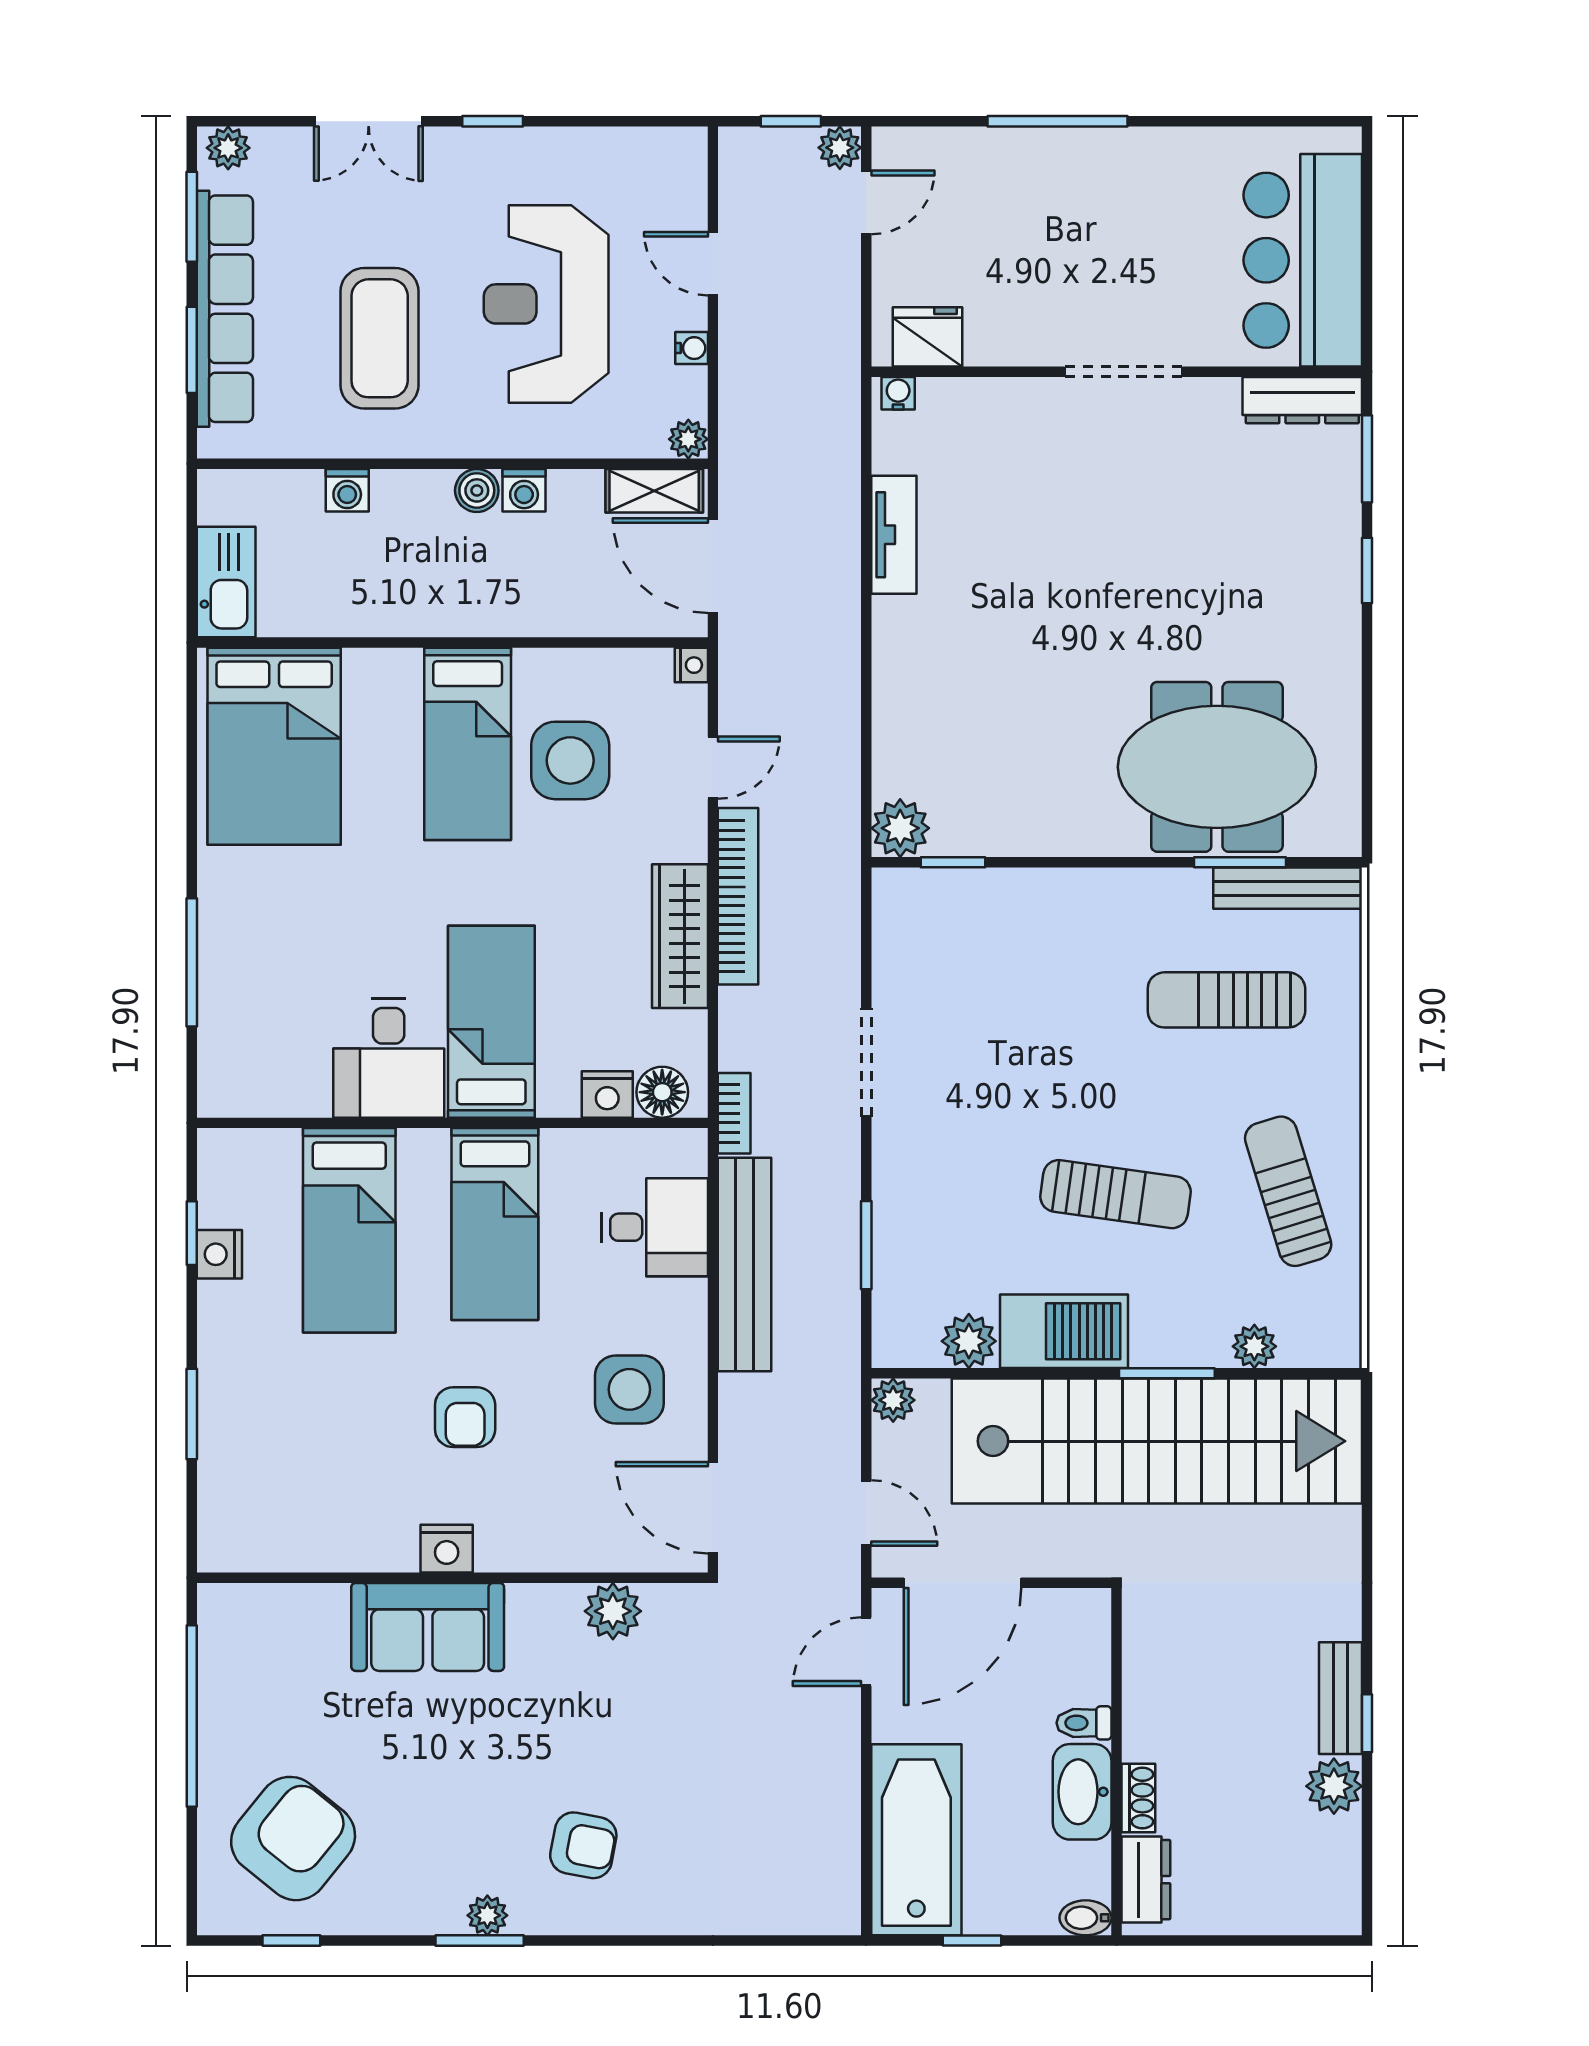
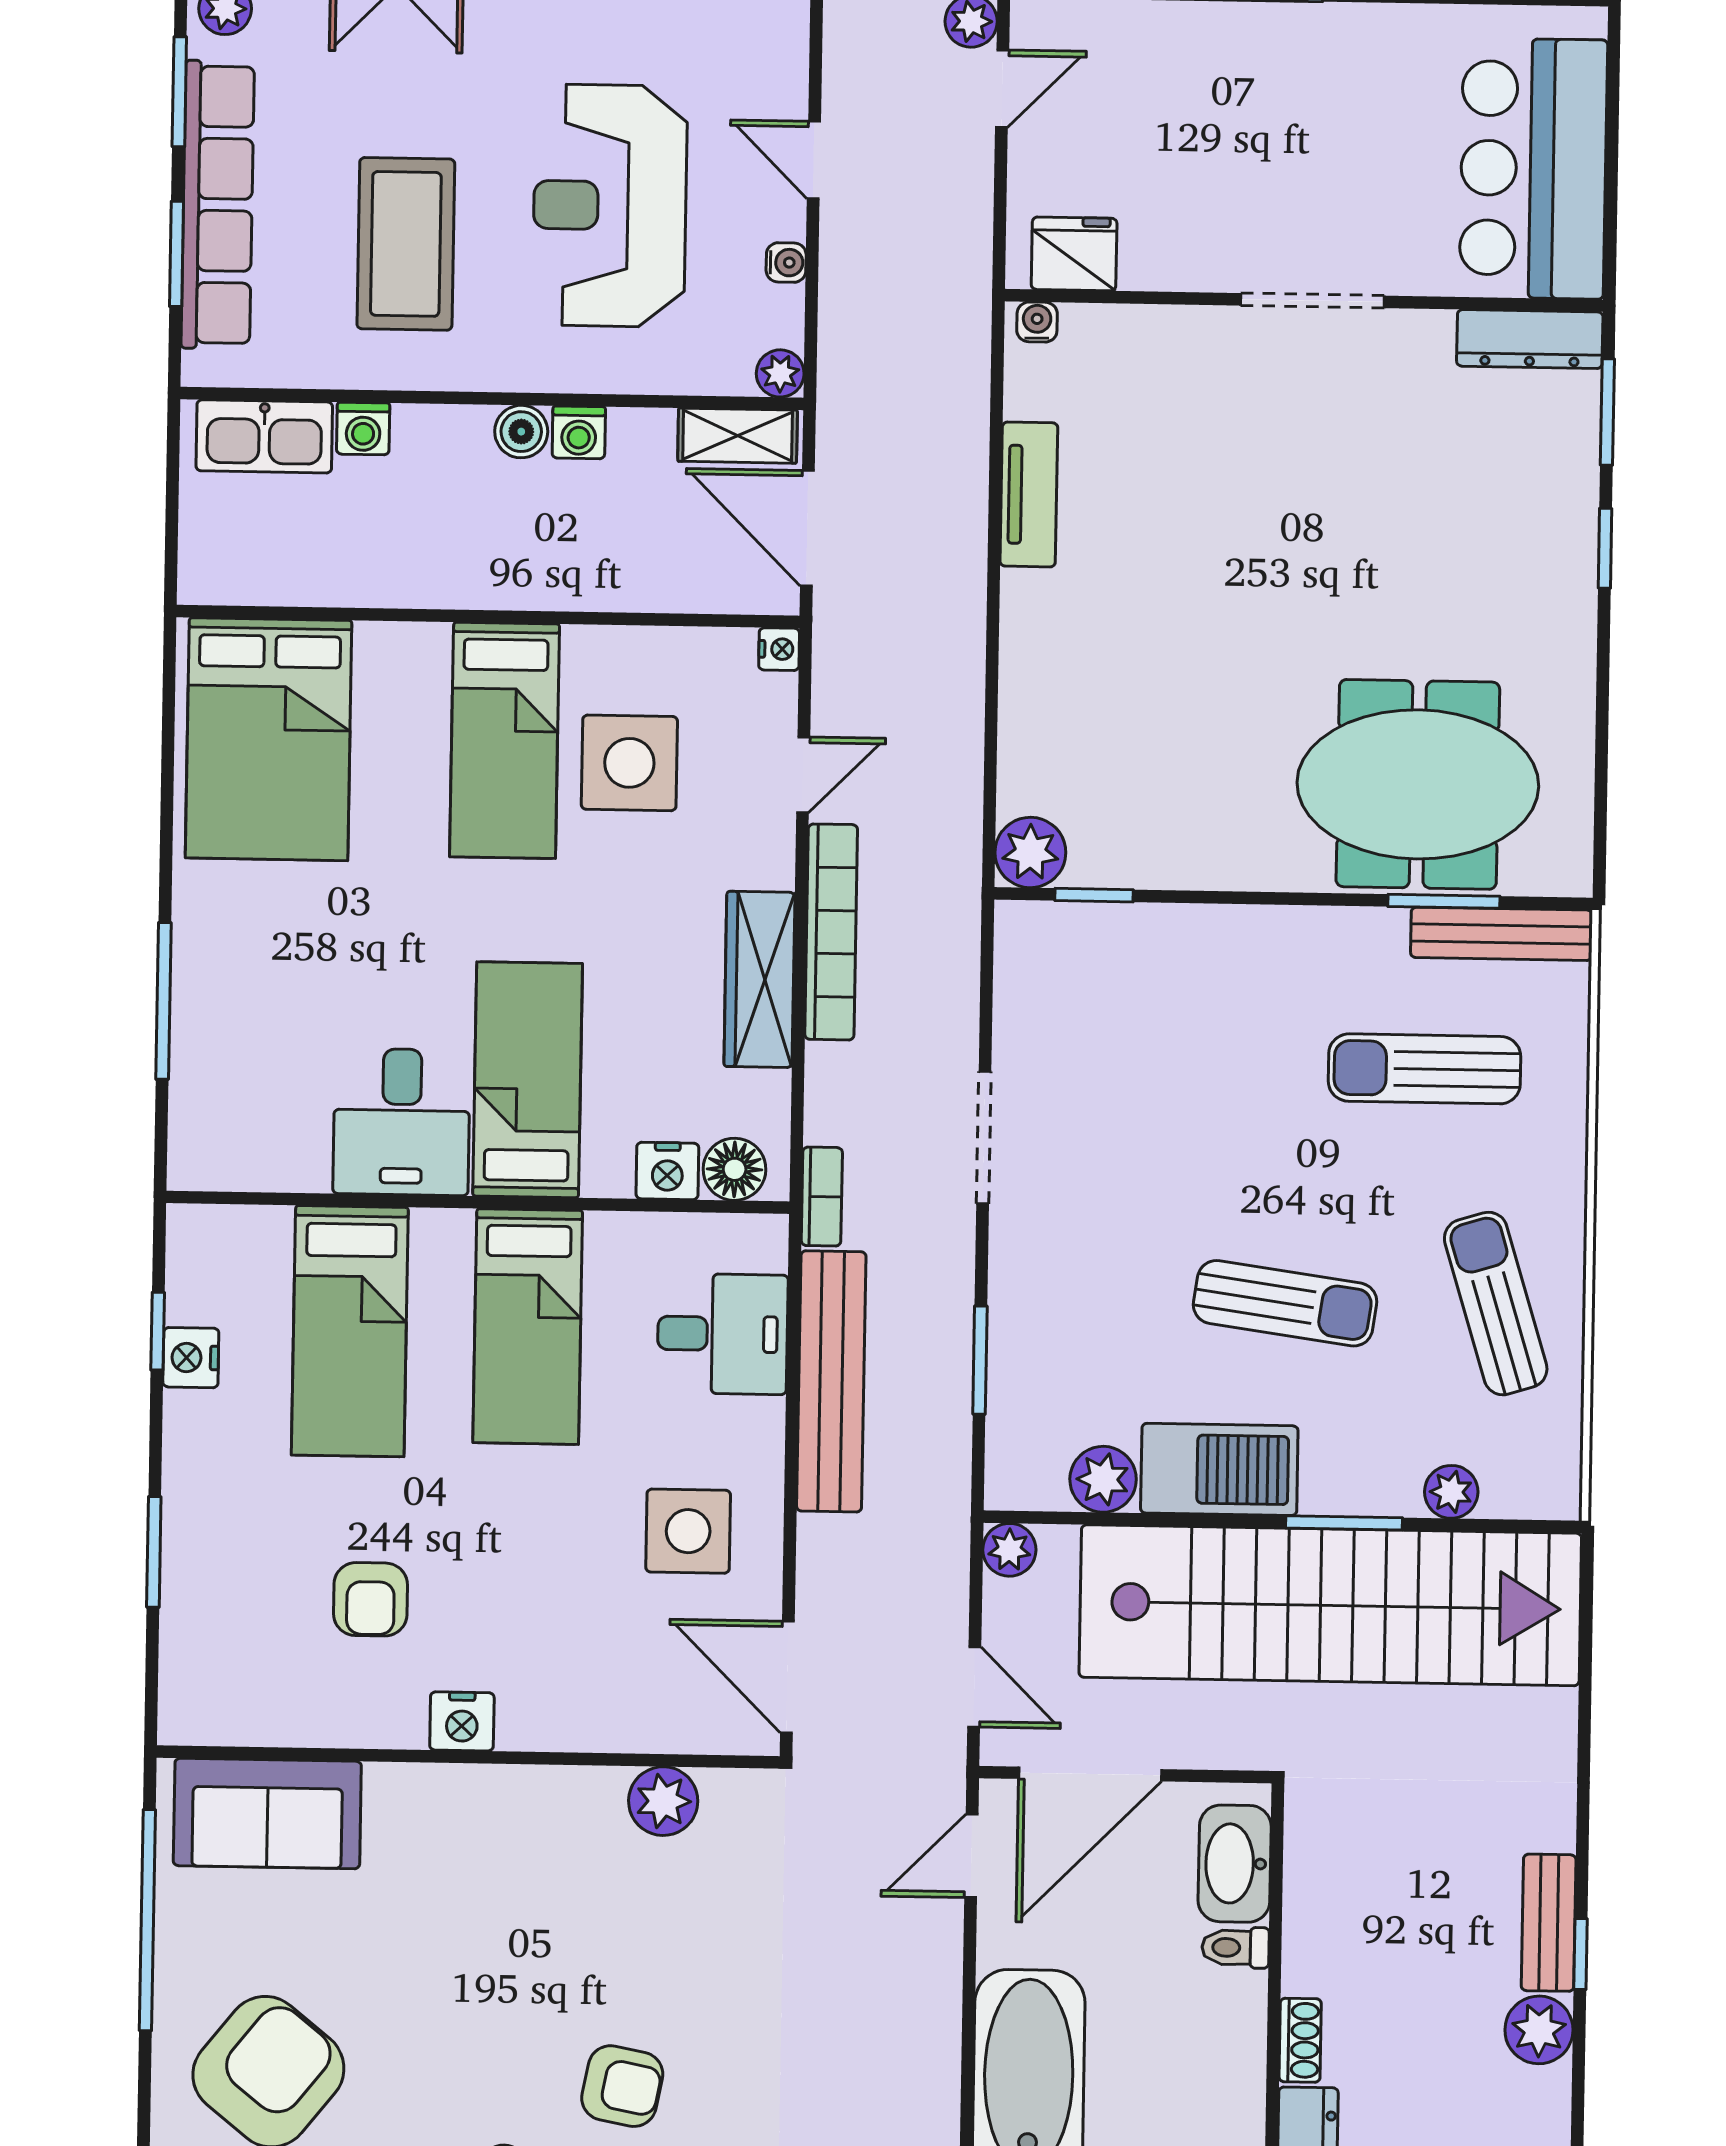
kitchen sink: (226, 582) -> (264, 436), moved, turned 90
armchair: (465, 1417) -> (370, 1599), moved
sofa: (428, 1627) -> (267, 1813), moved
washbasin: (1082, 1792) -> (1235, 1864), moved

